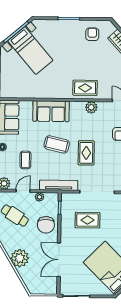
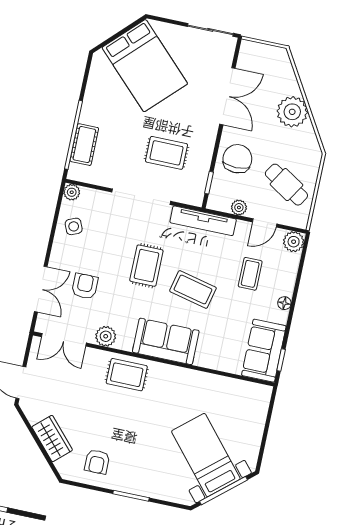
plant: (91, 107) -> (106, 336), moved
sofa: (51, 111) -> (166, 341), moved

